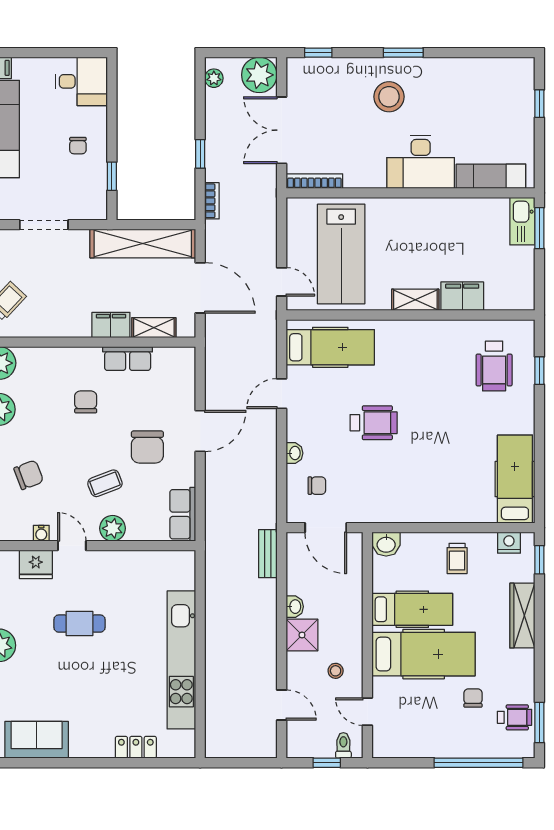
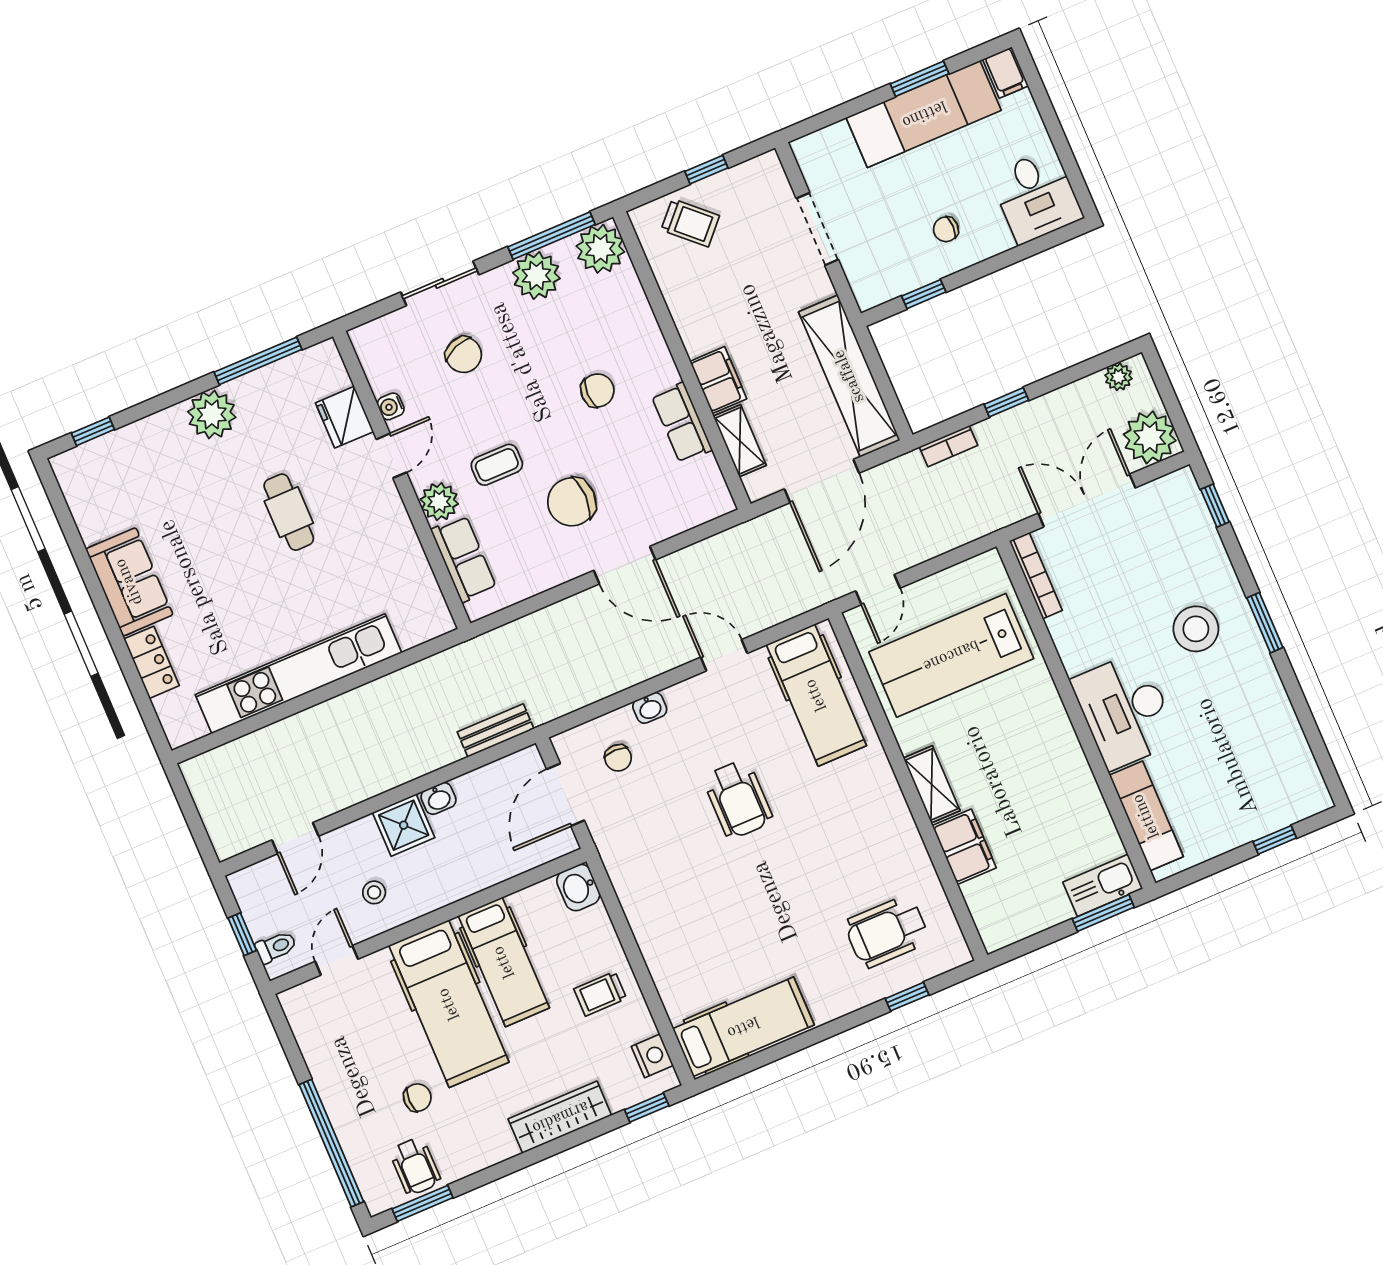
coffee table: (105, 483) -> (497, 465), turned -69
row of seats: (183, 514) -> (464, 559), moved, turned 90
sofa: (37, 740) -> (129, 582), moved

